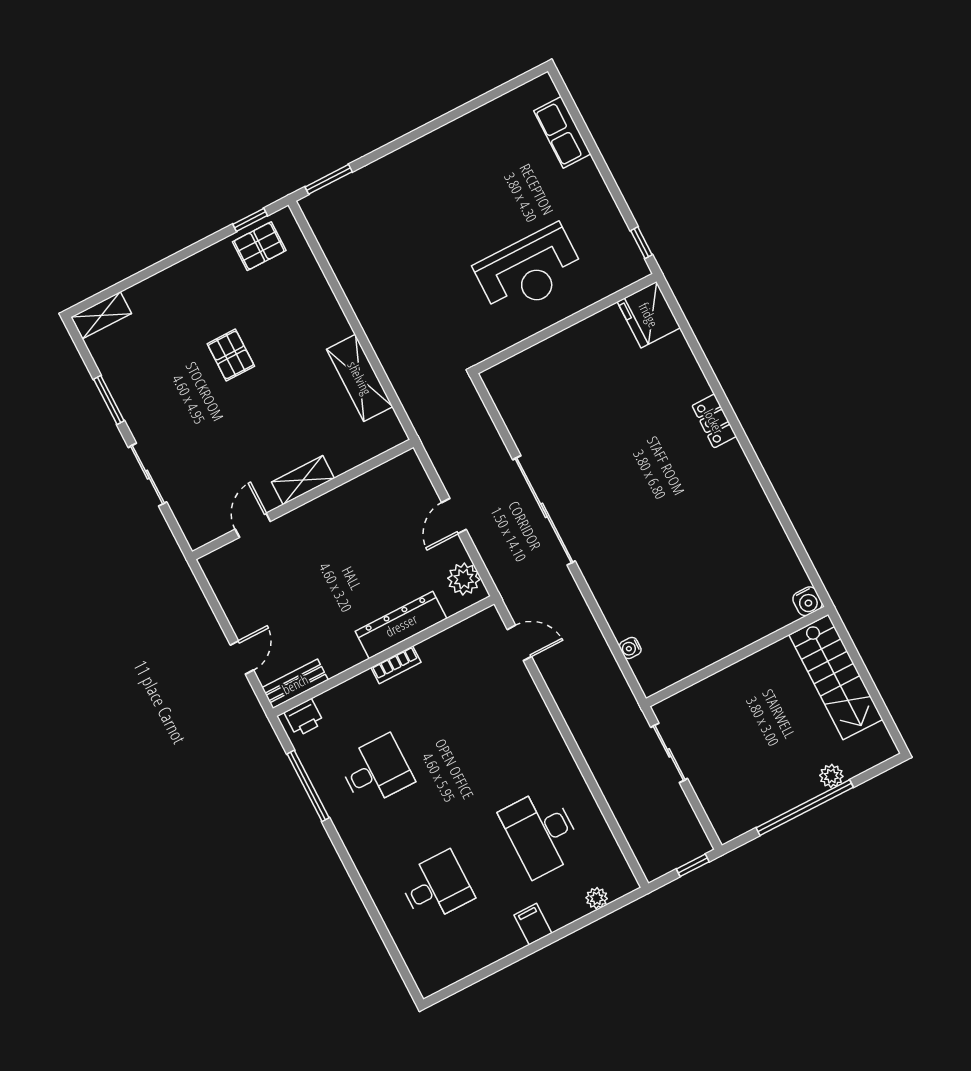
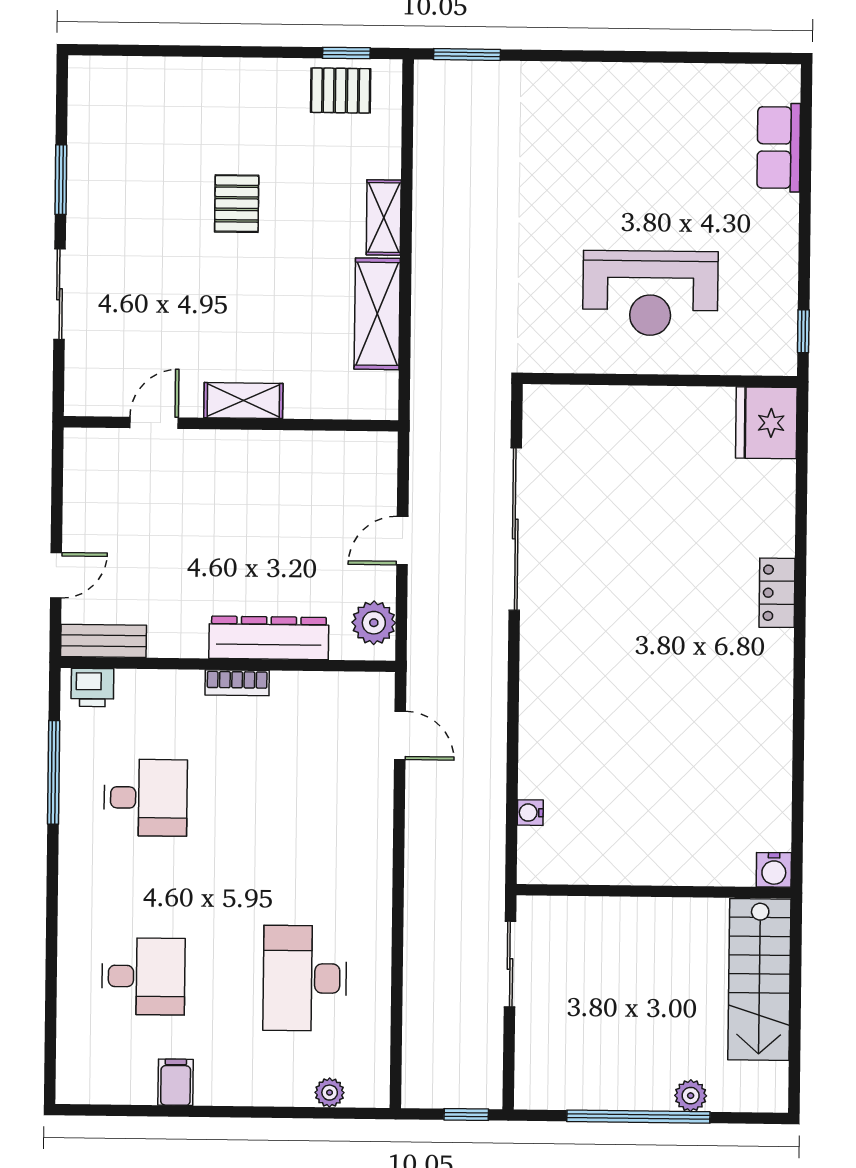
shelving: (101, 315) -> (384, 217), moved, turned 90
sliding door: (544, 510) -> (515, 529), moved
filing cabinet: (533, 924) -> (176, 1082), moved

